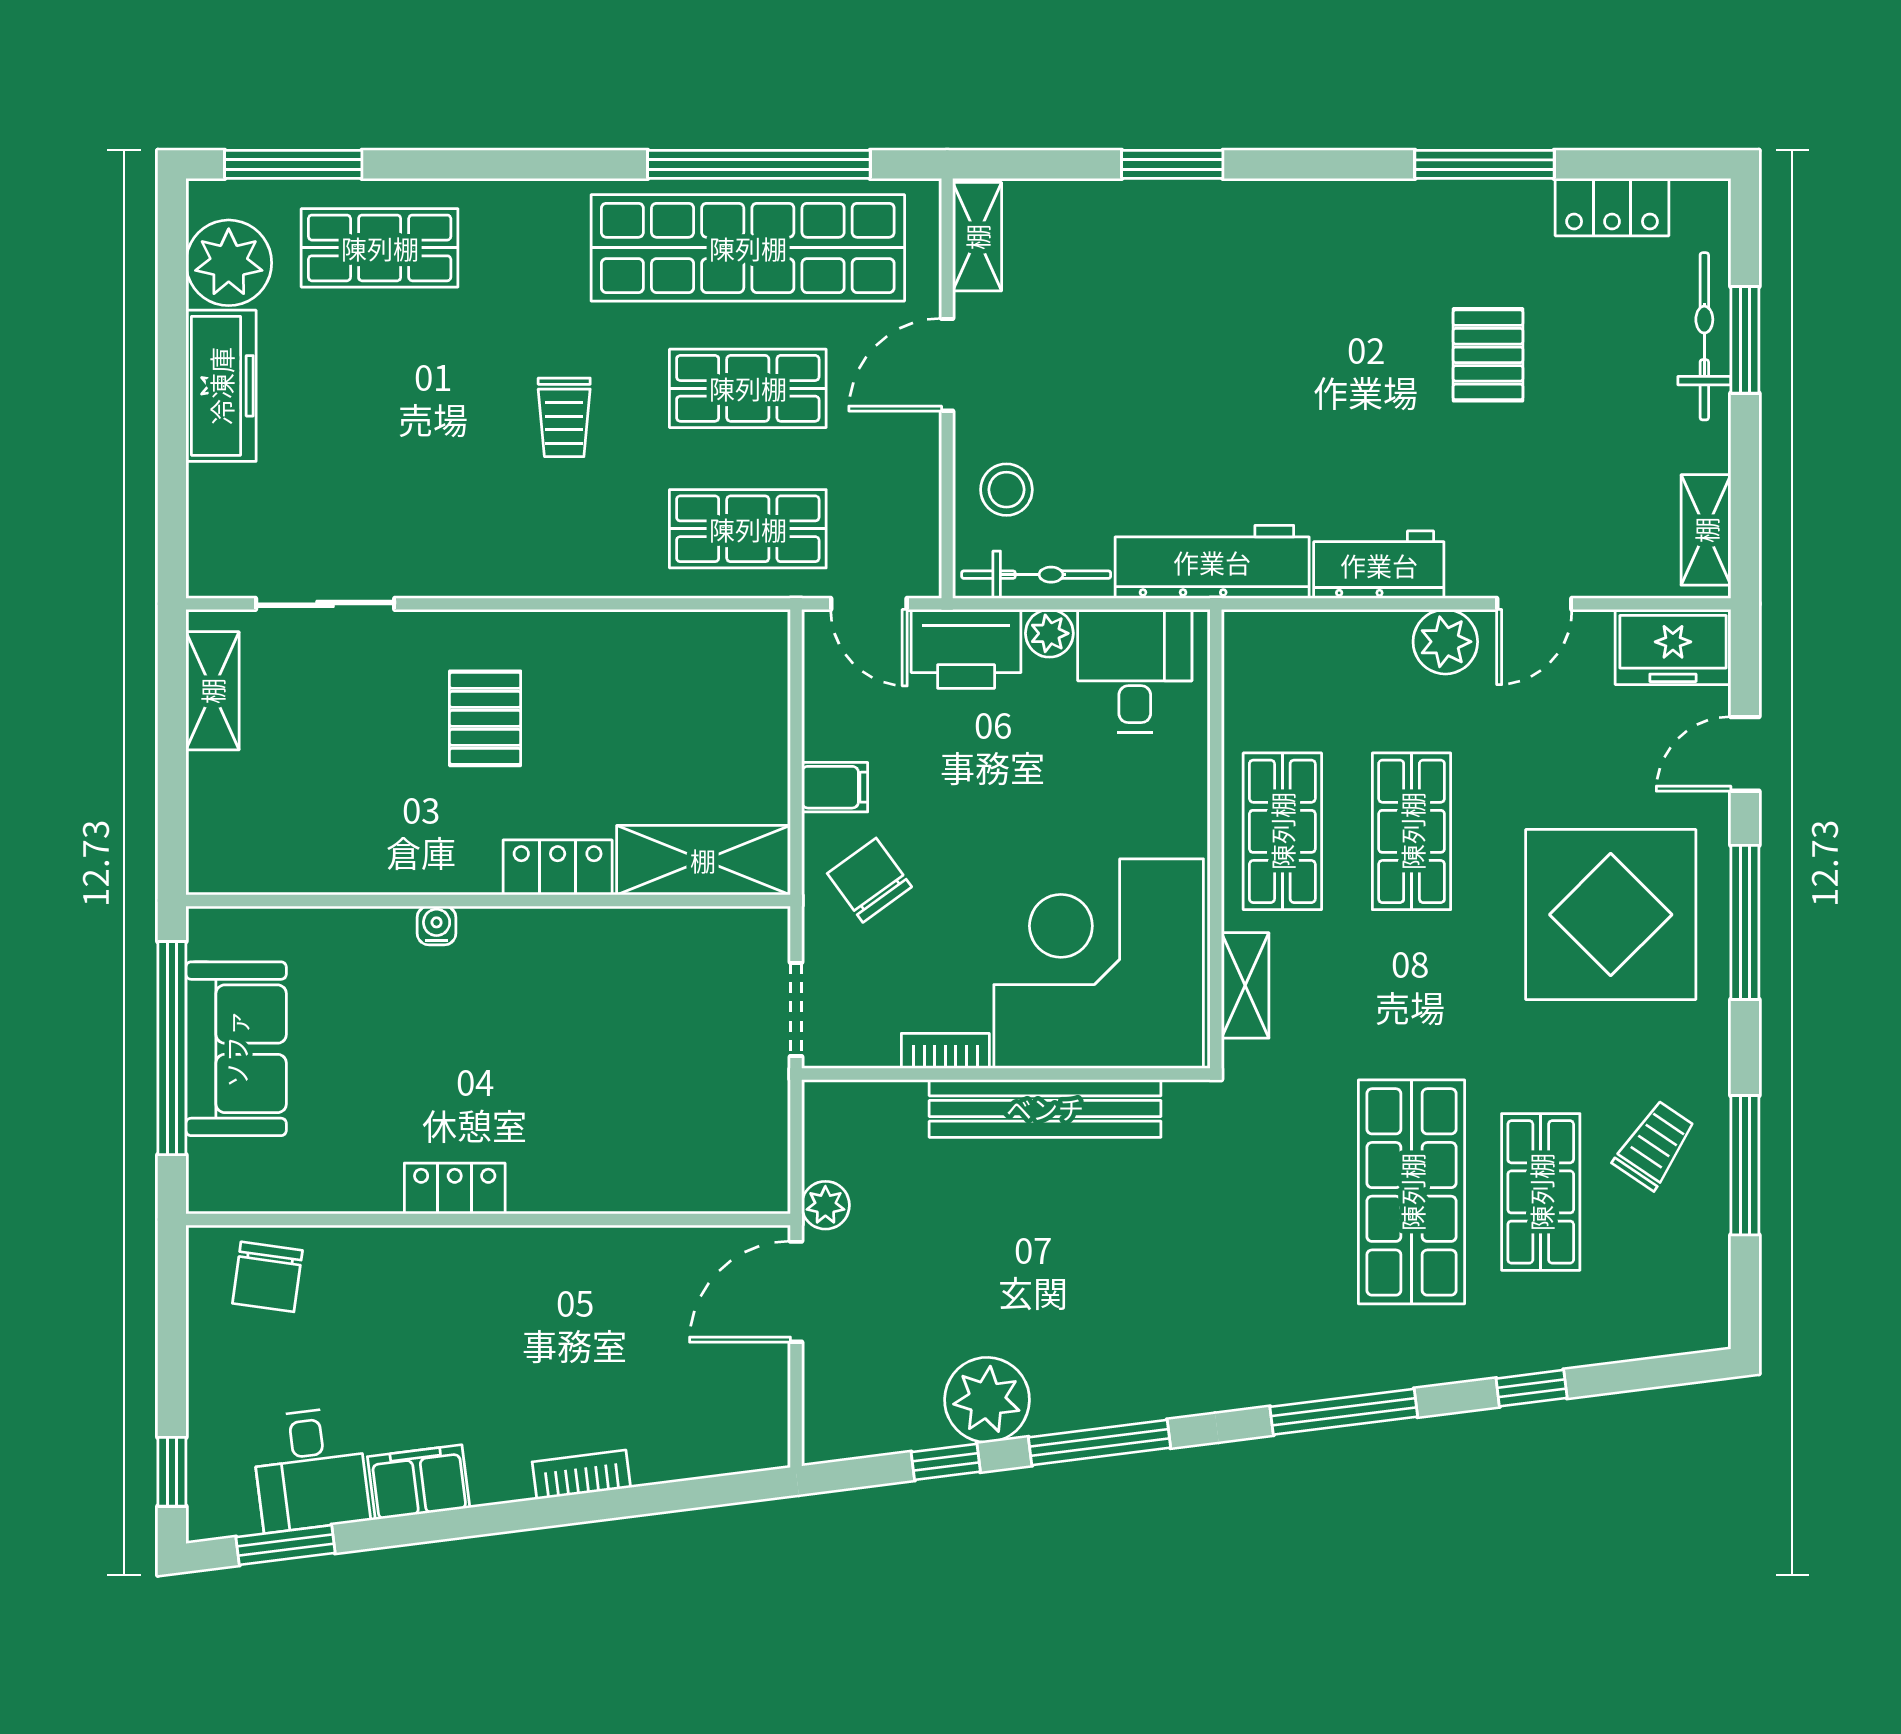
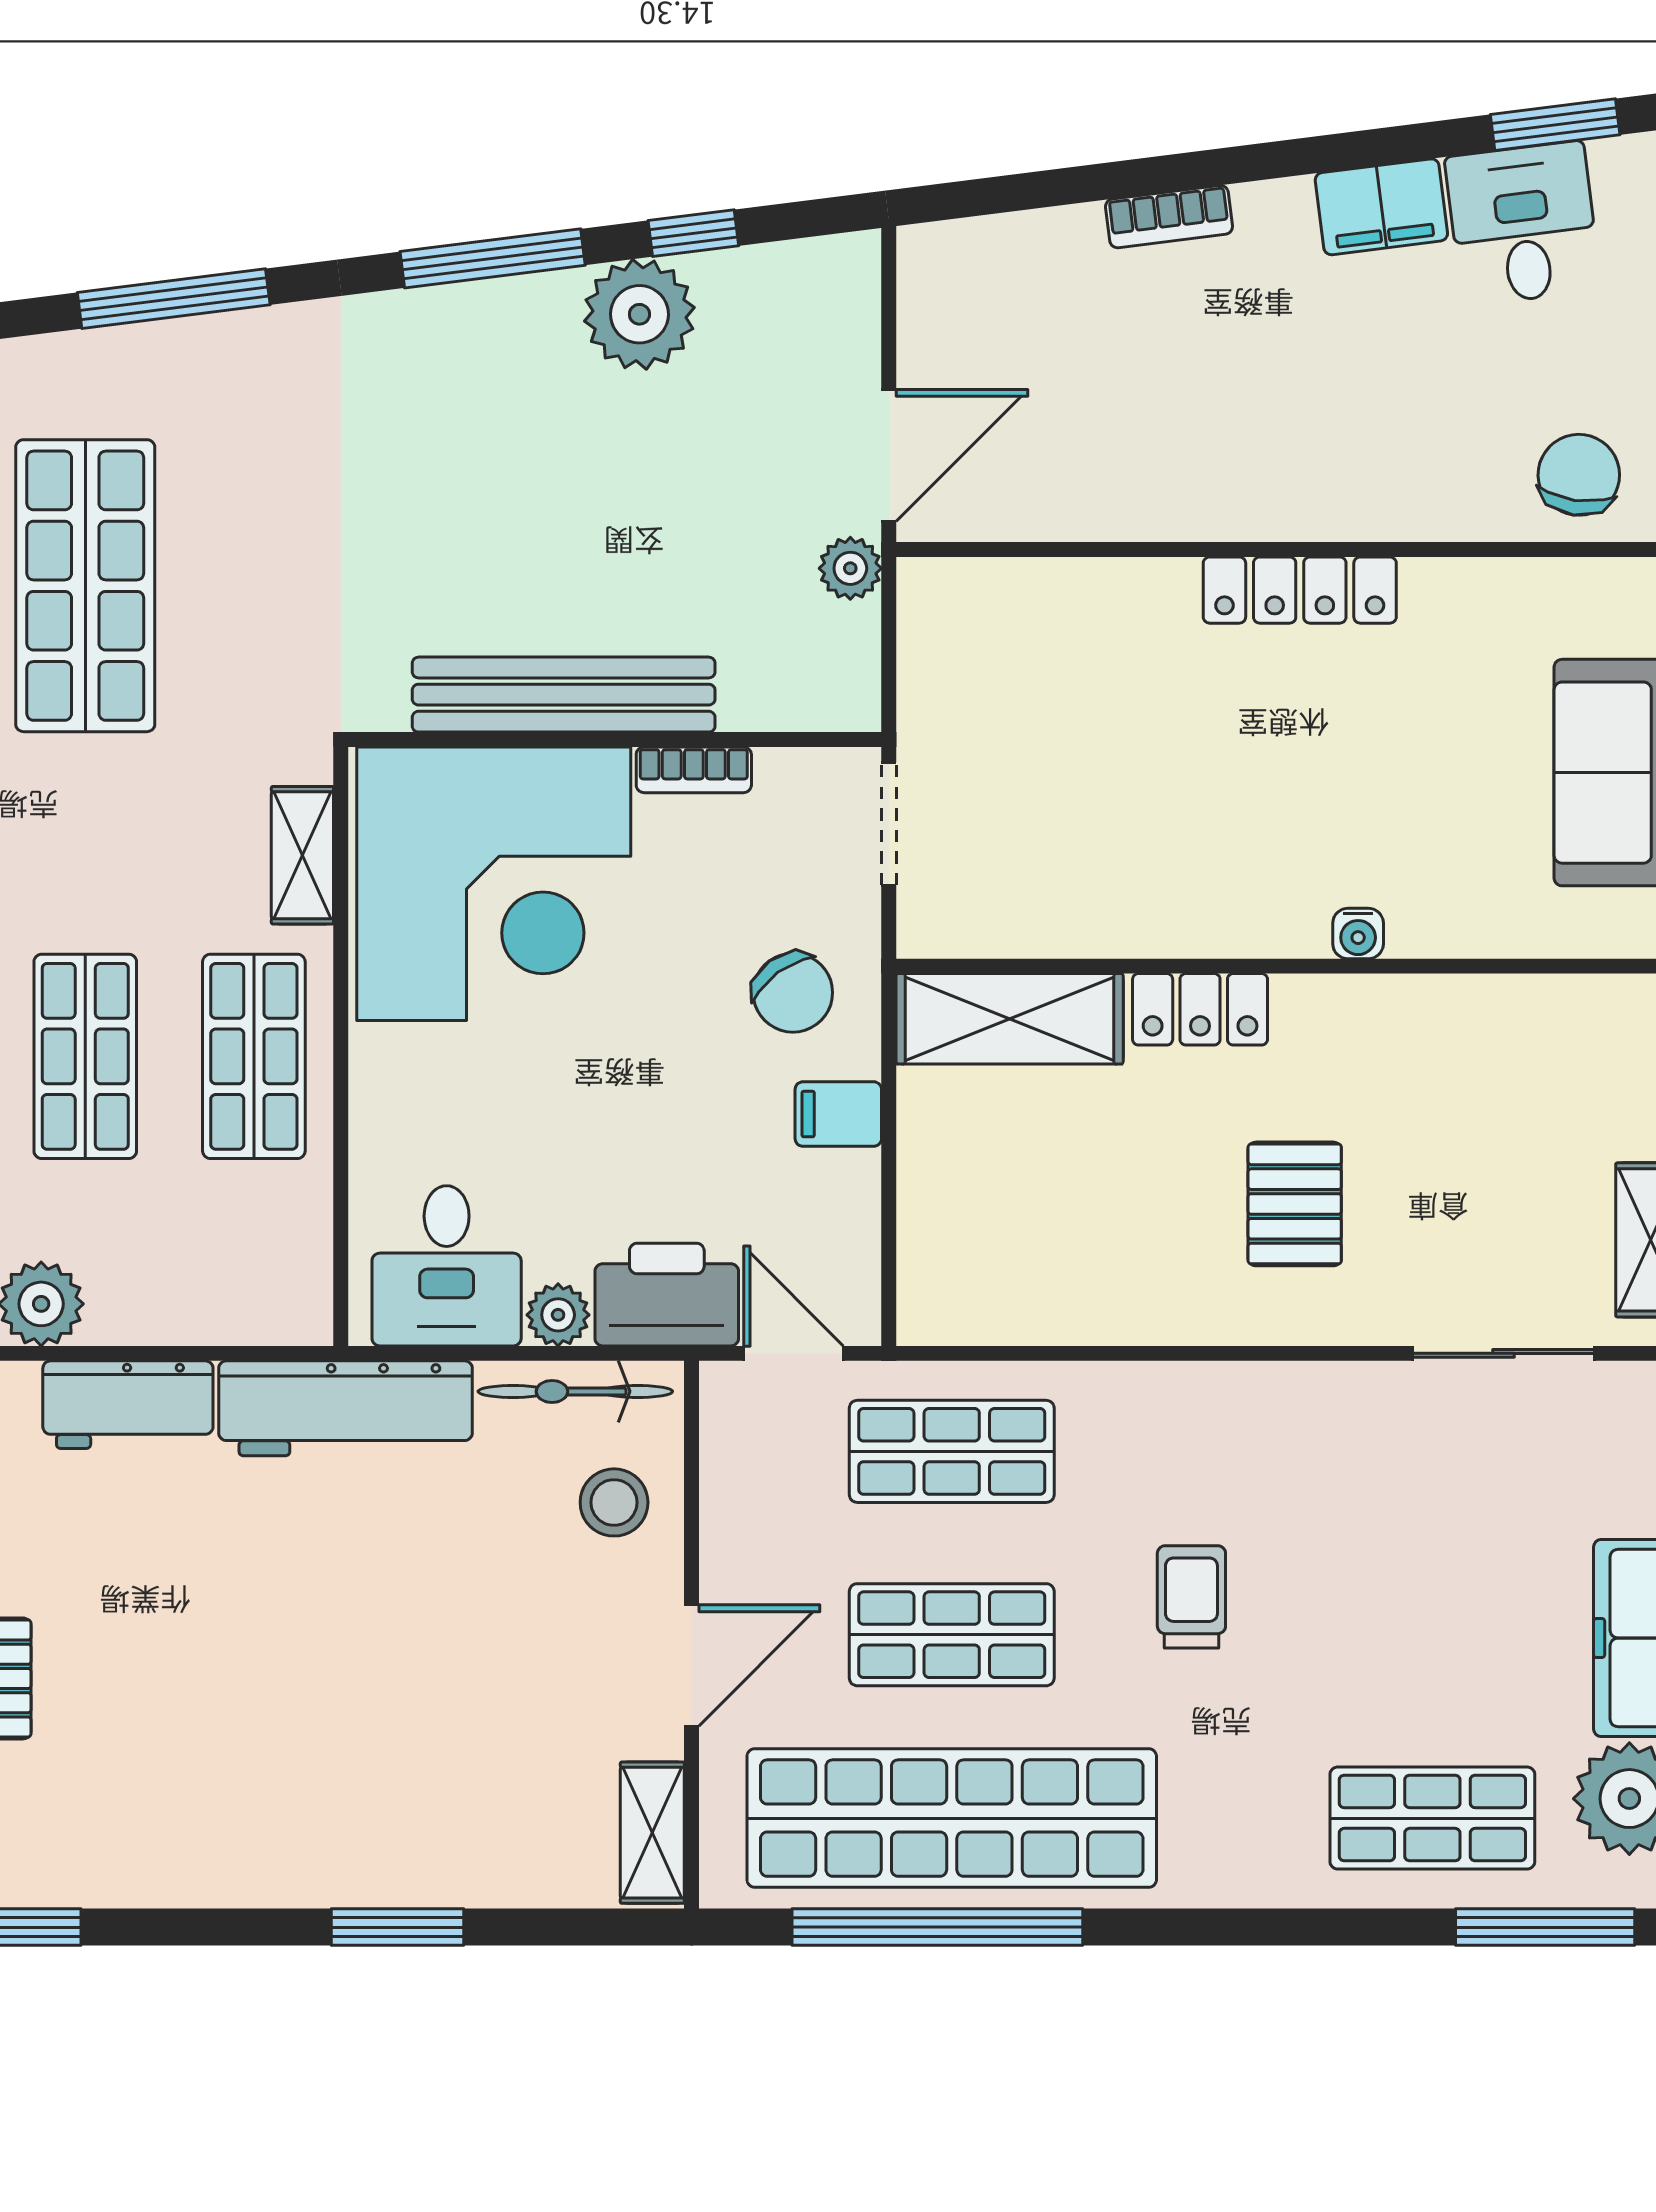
locker: (455, 1189) -> (1300, 590), width x1.53

